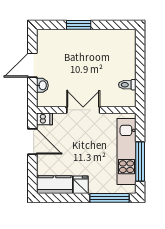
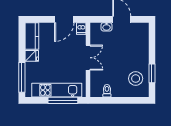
window: (79, 25) -> (152, 73), moved
stool: (111, 47) -> (136, 79), added
window: (140, 162) -> (63, 100), moved

